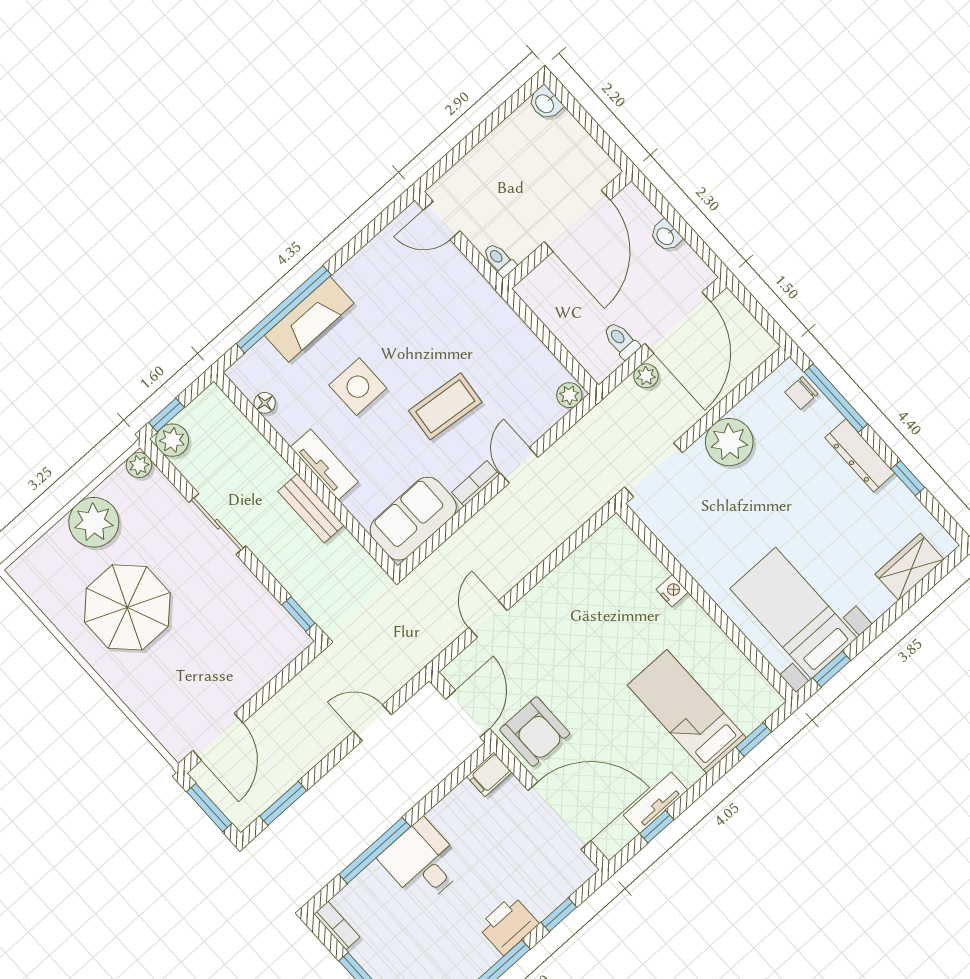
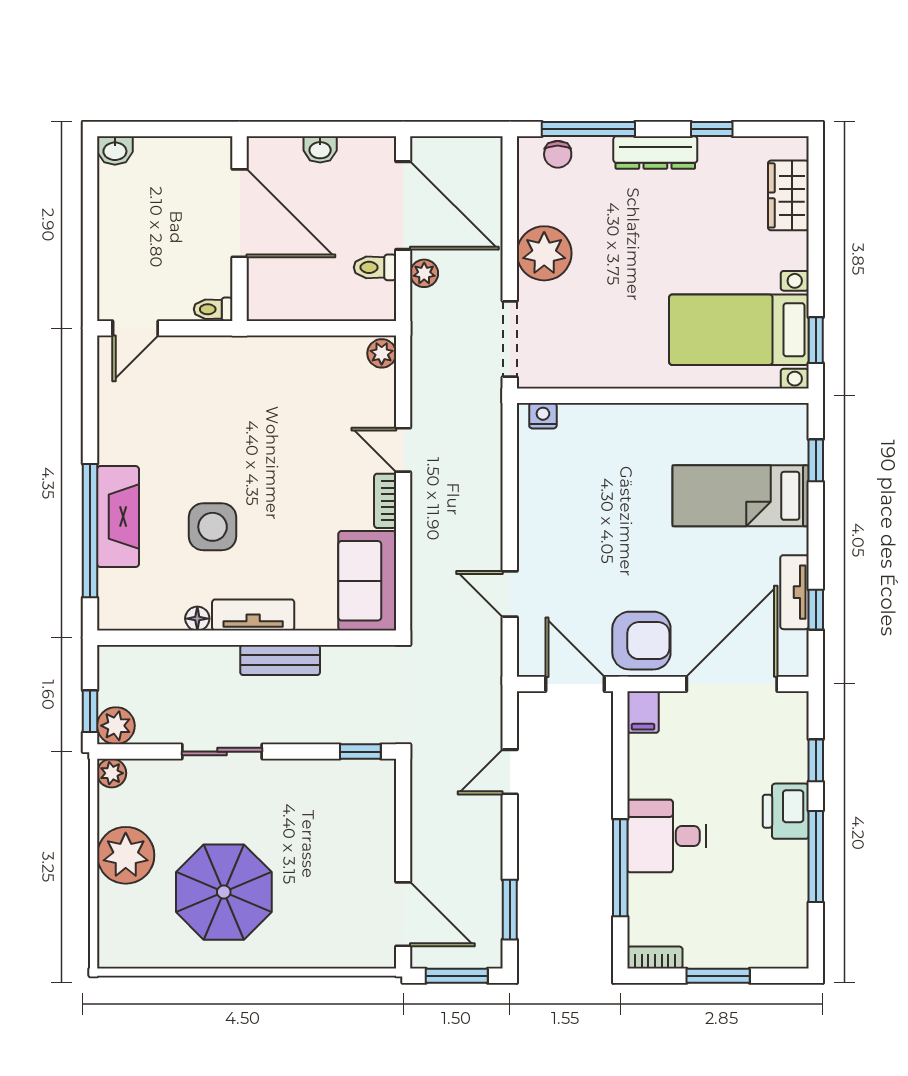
floor lamp: (265, 403) -> (197, 619), moved
coffee table: (445, 406) -> (296, 468), removed
nightstand: (672, 591) -> (543, 416), moved

